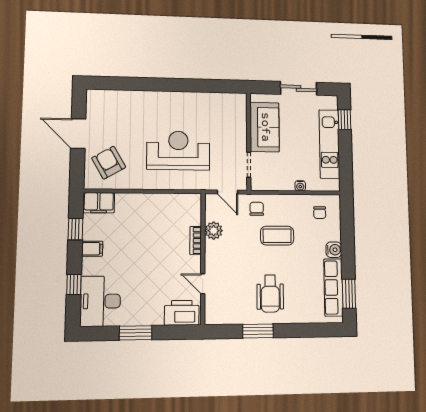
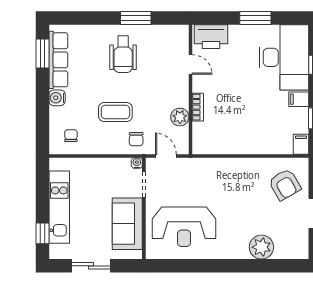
plant: (133, 102) -> (261, 247), added
reception desk: (178, 150) -> (184, 227), moved
water cooler: (300, 186) -> (137, 163), moved
filing cabinet: (99, 203) -> (301, 144), width x0.50
wheelchair: (270, 294) -> (123, 54), turned 180
desk: (100, 301) -> (284, 57), width x1.36, depth x1.30

